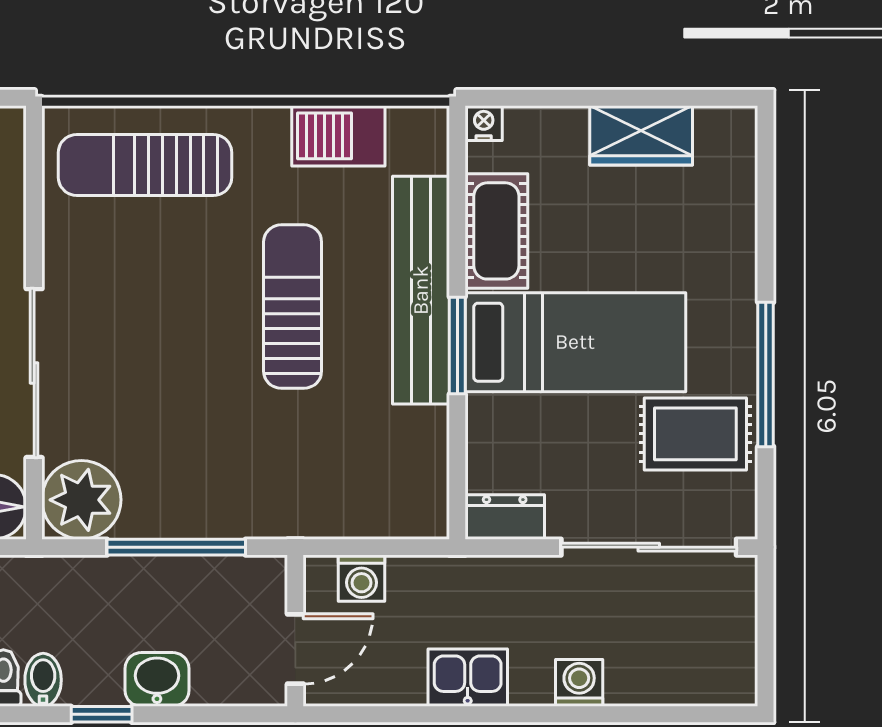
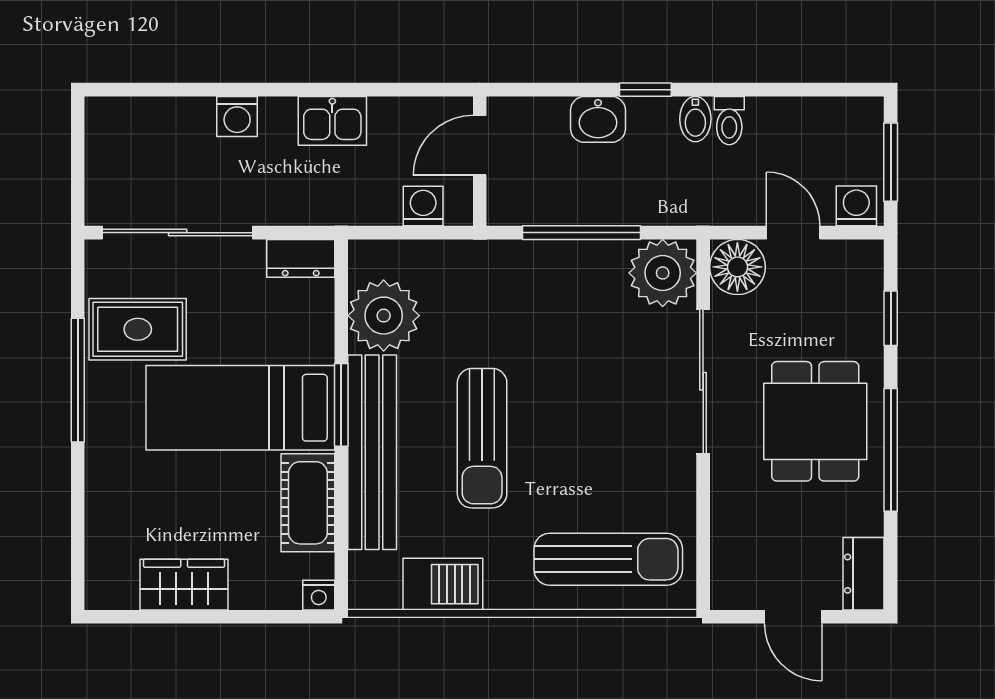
plant: (408, 450) -> (384, 316), added

